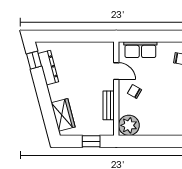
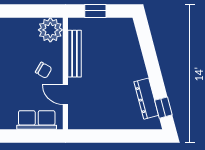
bench: (109, 105) -> (74, 54), width x1.36
wardrobe: (63, 115) -> (129, 42), removed

